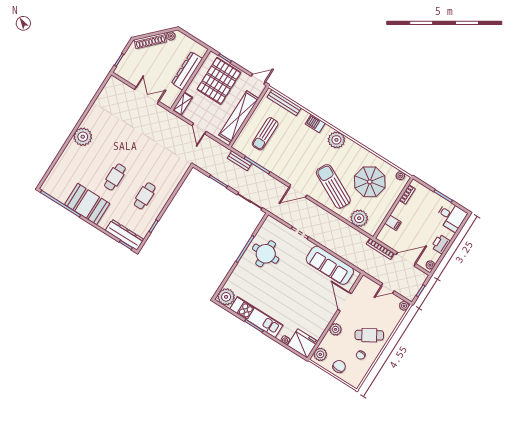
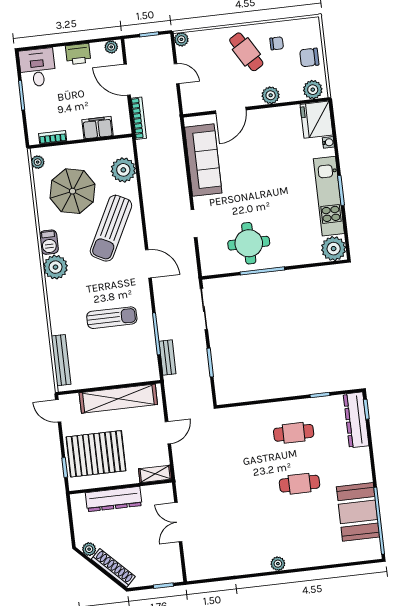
barbecue: (315, 124) -> (49, 242), moved
sun lounger: (265, 134) -> (112, 318), moved
plant: (83, 137) -> (278, 564), width x0.53, depth x0.53
booth: (87, 204) -> (358, 512), moved
filing cabinet: (393, 223) -> (98, 128), width x2.00

